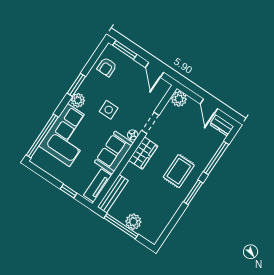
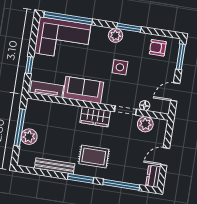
plant: (179, 99) -> (145, 124), moved
corner sofa: (68, 135) -> (63, 39), moved
floor lamp: (133, 135) -> (145, 106), moved
bench: (113, 194) -> (55, 166), moved

